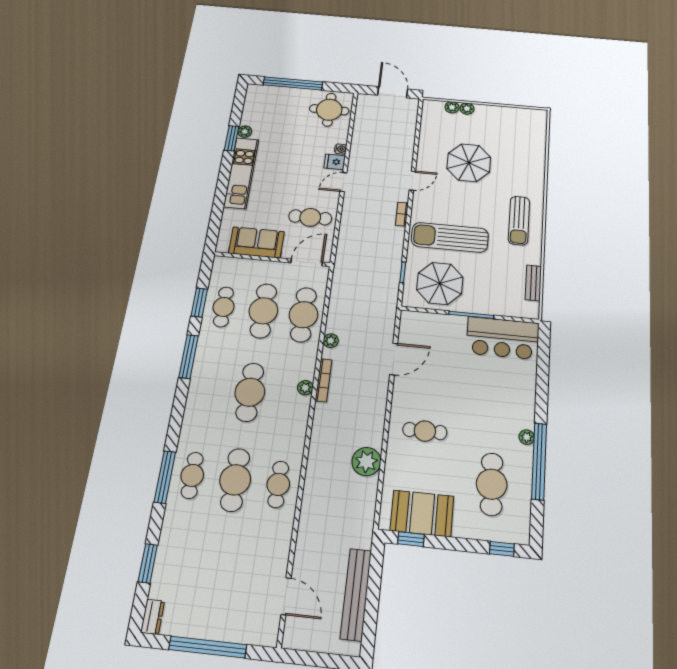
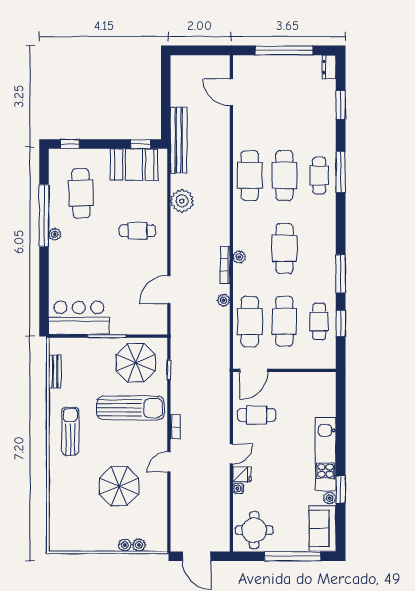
sofa: (256, 242) -> (323, 529), moved, turned 90
cafe table: (278, 484) -> (250, 175), width x1.37, depth x1.35
bench: (356, 594) -> (179, 140), moved

